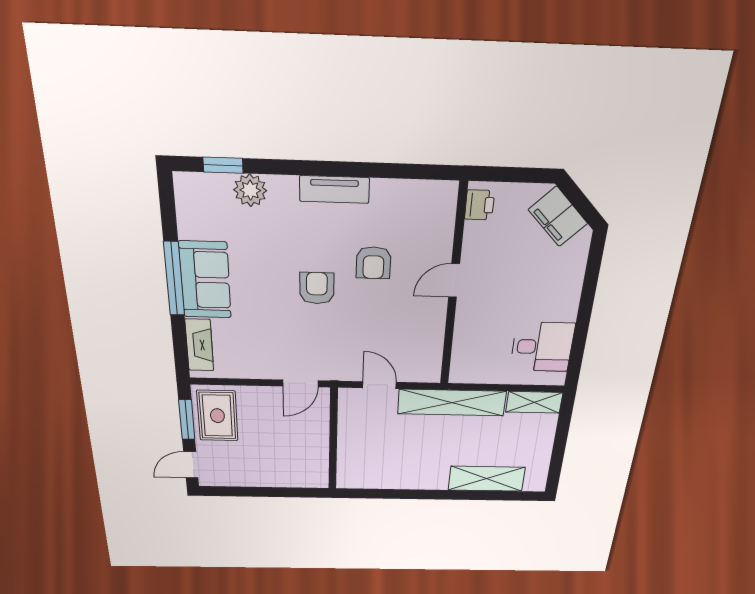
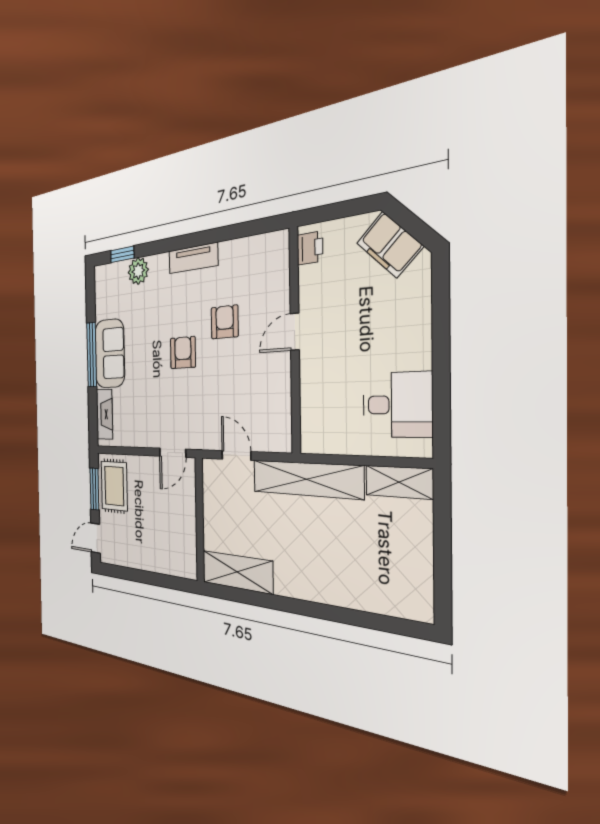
armchair: (373, 263) -> (225, 322), turned 180
shelving: (487, 479) -> (237, 572), moved

